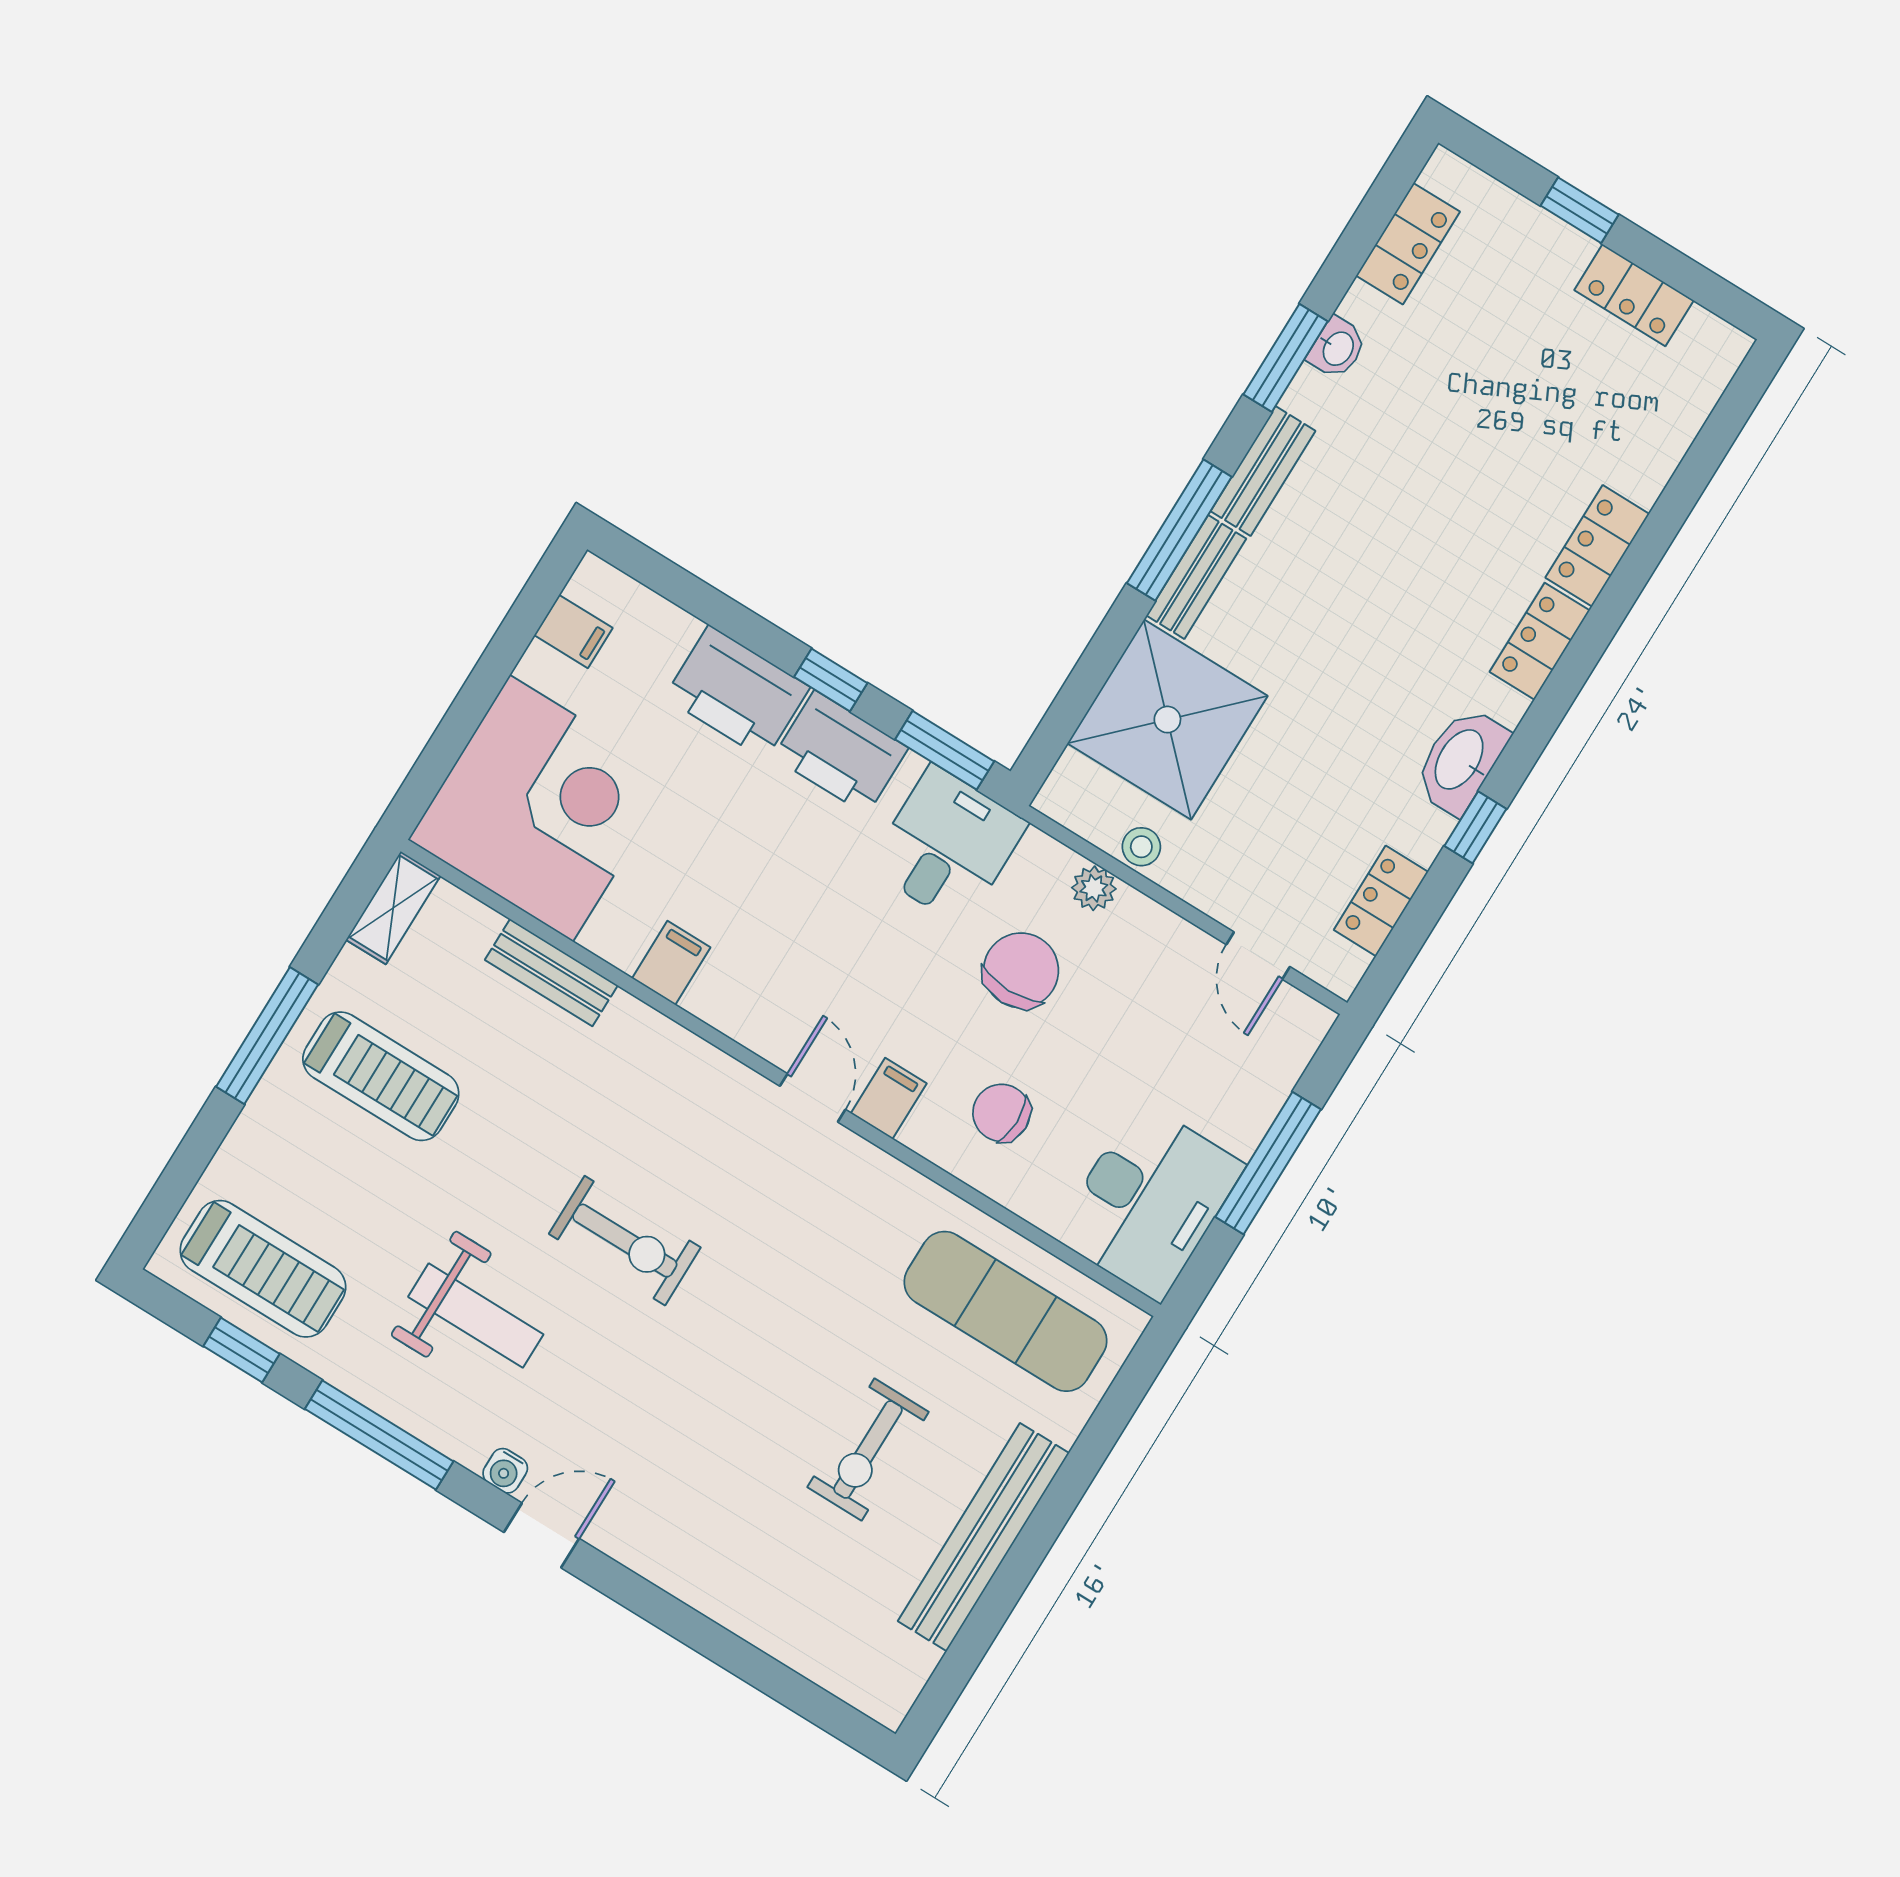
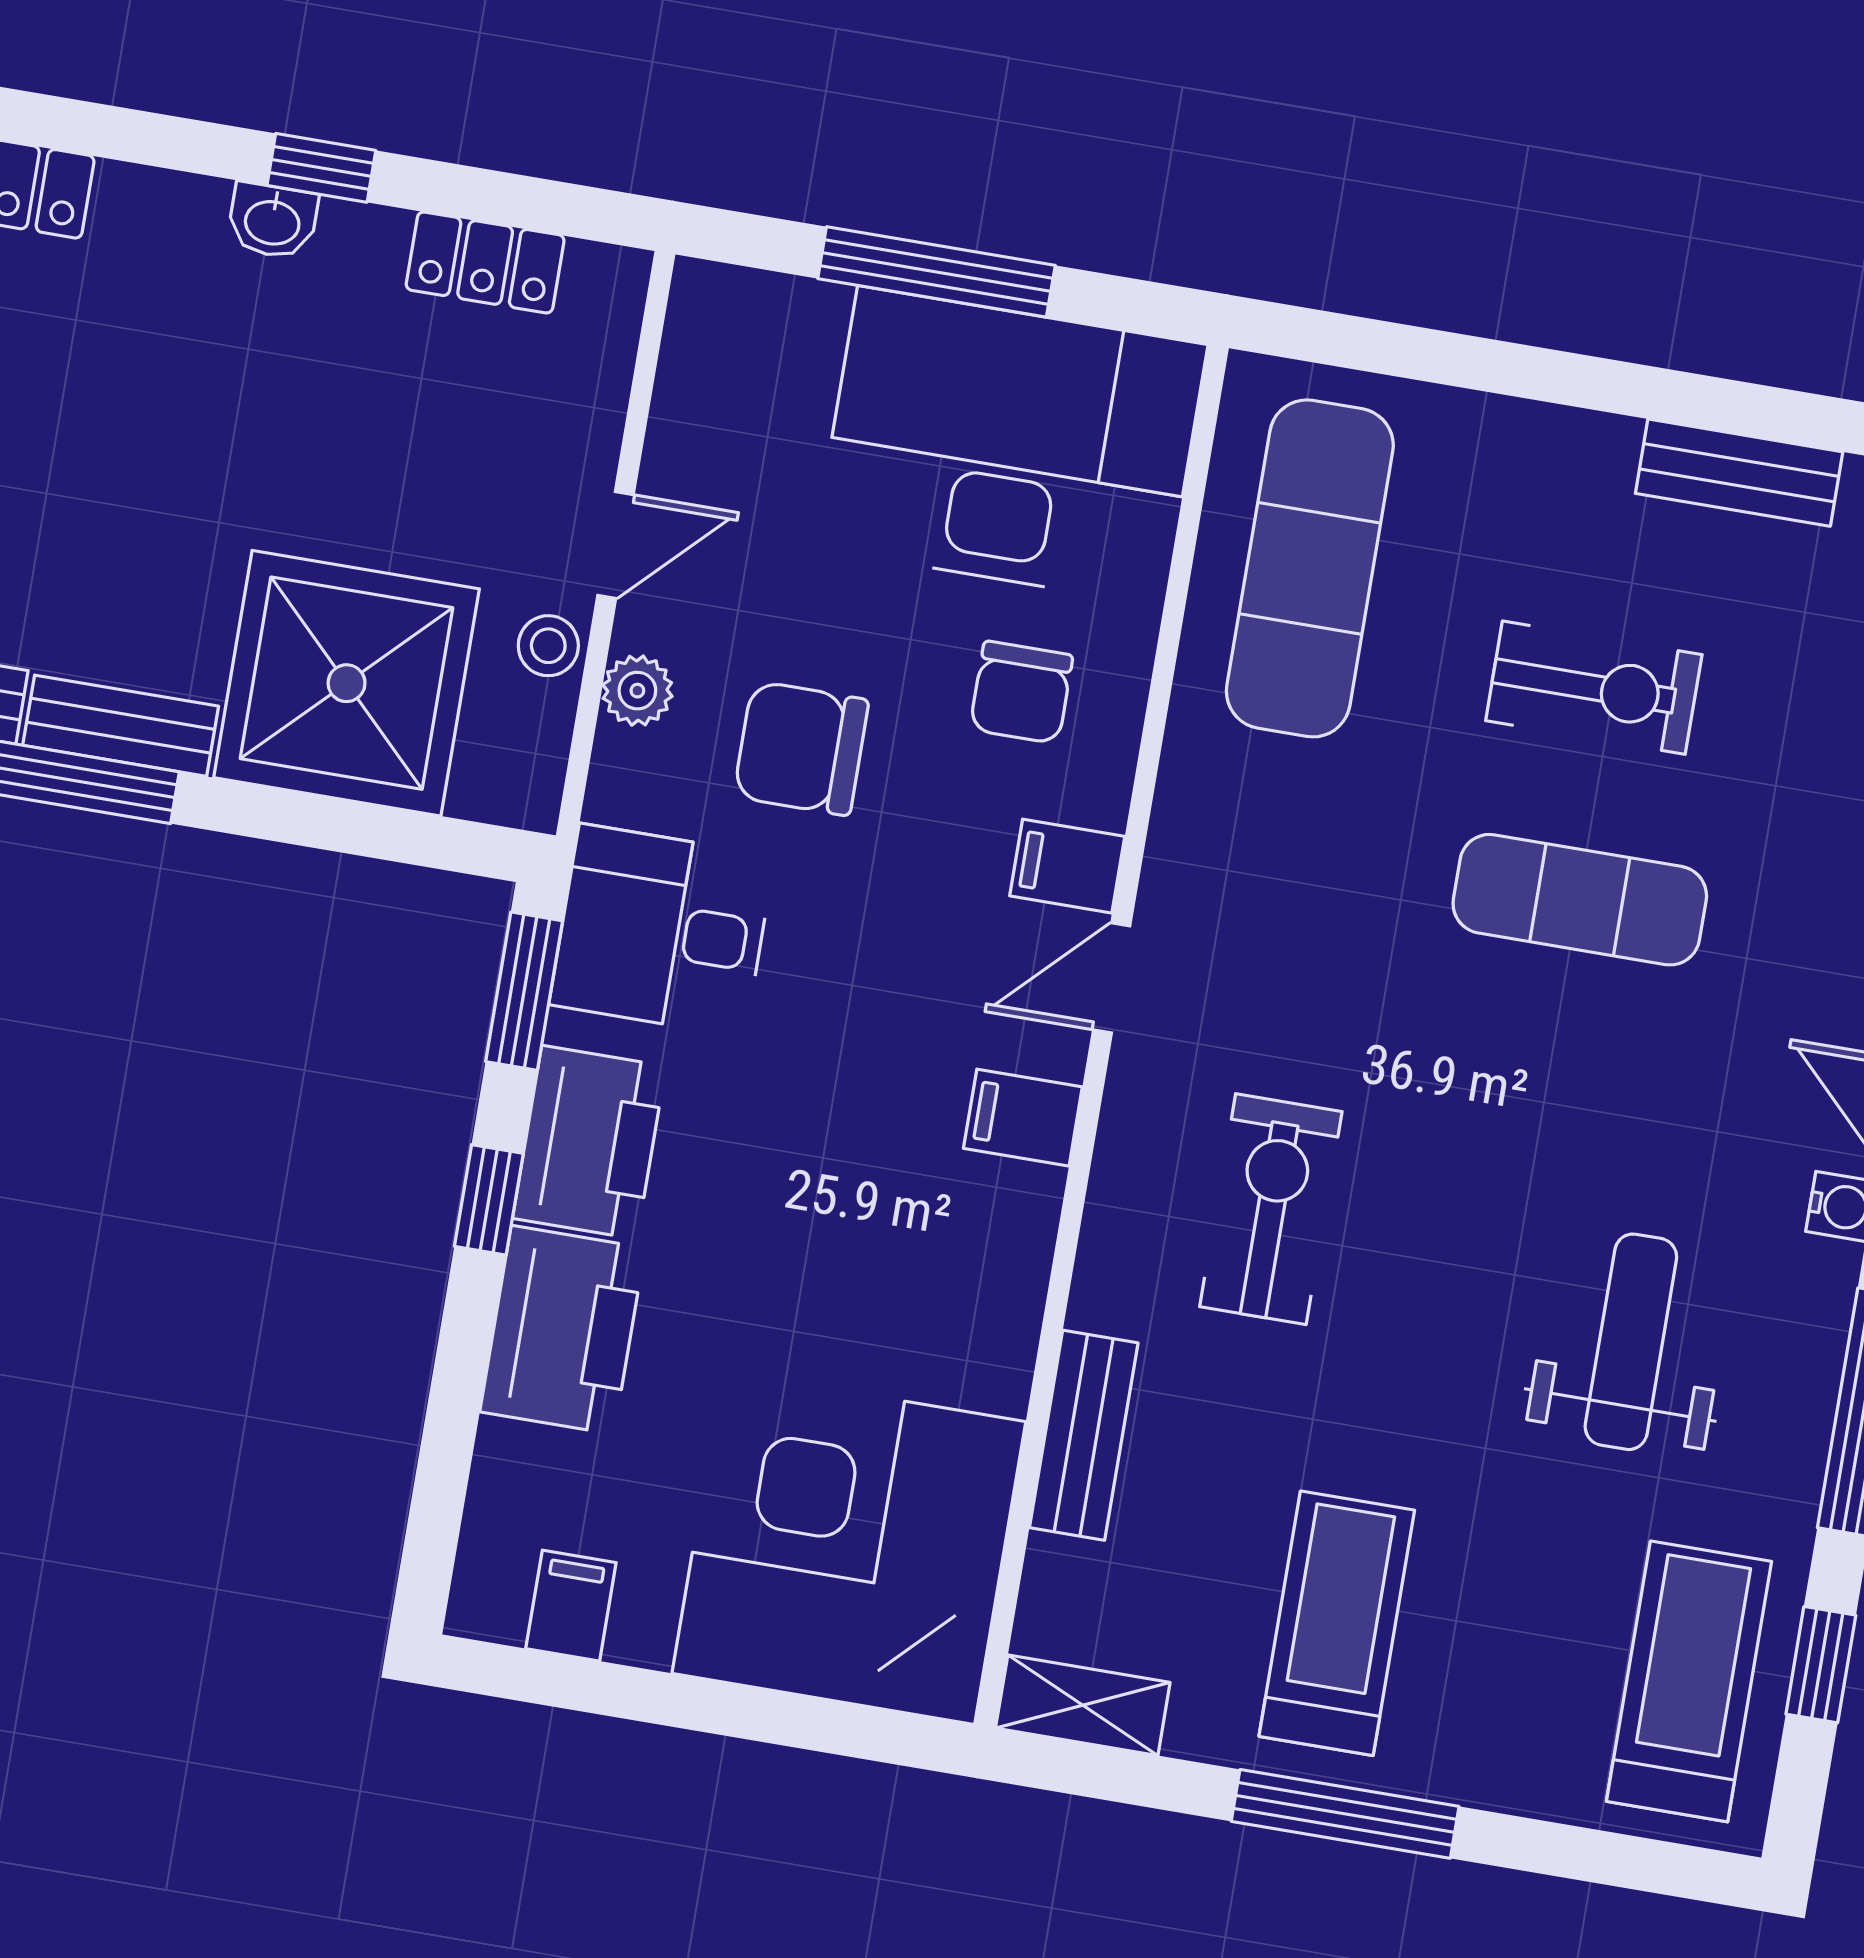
washbasin: (1461, 760) -> (273, 221), width x0.52, depth x0.69
door: (1258, 956) -> (616, 545), moved
filing cabinet: (671, 963) -> (1023, 1118), moved
desk: (1149, 1201) -> (1011, 446), width x1.36, depth x1.30
exercise bike: (625, 1241) -> (1271, 1209), moved
exercise mat: (747, 1391) -> (1580, 900), added
bench: (983, 1537) -> (1739, 473), width x0.54, depth x0.82

